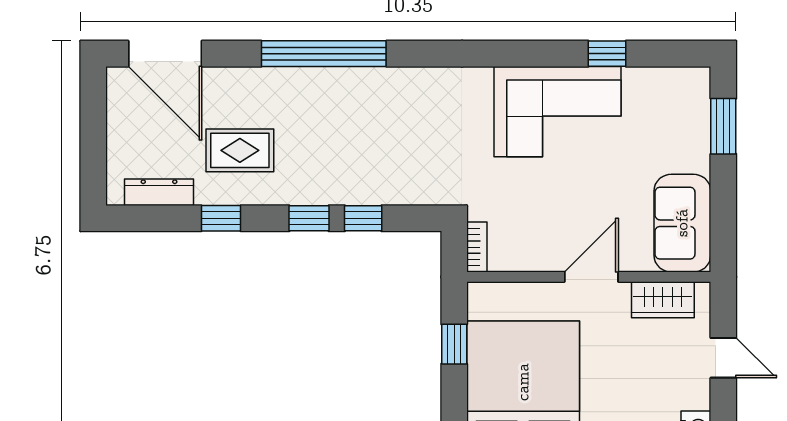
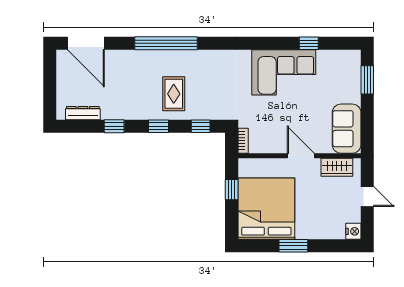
rug: (240, 150) -> (174, 94), moved, turned 90
window: (363, 218) -> (201, 126), moved
door: (591, 277) -> (301, 156), hinge flipped

